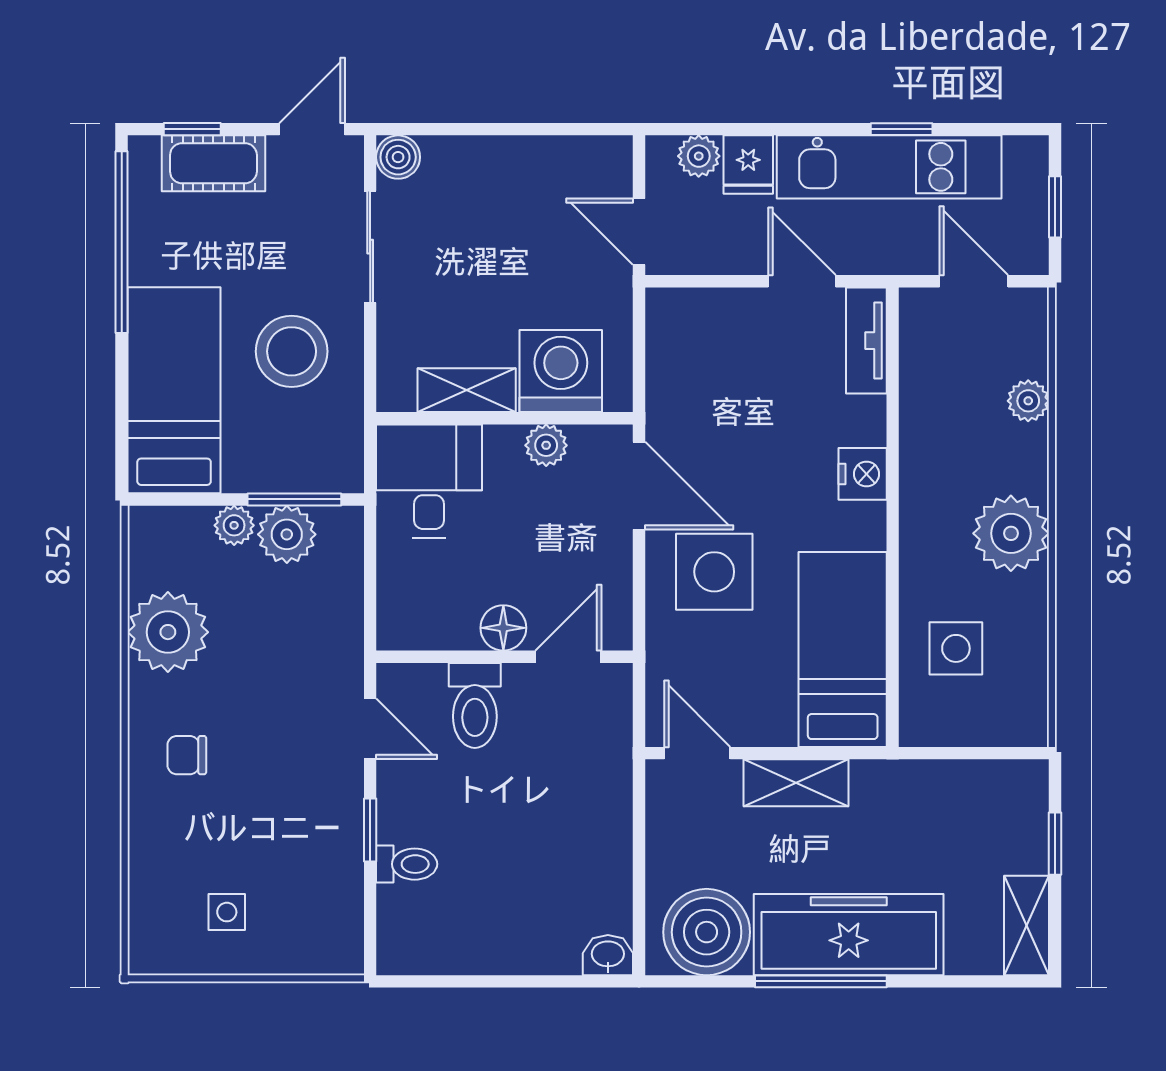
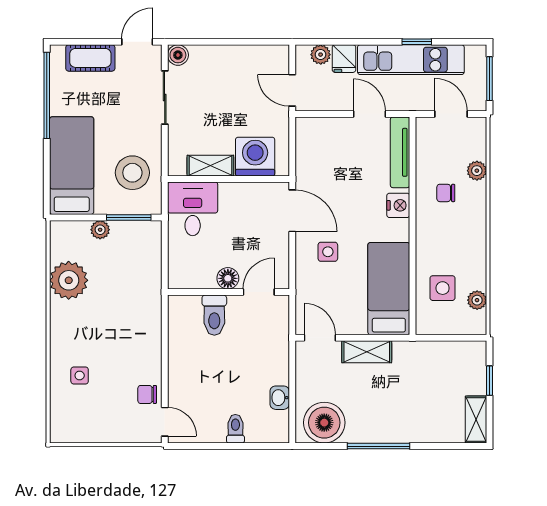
window: (192, 129) -> (80, 42), removed
window: (1055, 207) -> (489, 79), width x1.50
tv unit: (866, 341) -> (400, 152), width x1.41
stool: (292, 351) -> (132, 173), moved
plant: (546, 445) -> (248, 192), removed
chair: (963, 448) -> (446, 193), added
plant: (1011, 533) -> (477, 300), moved, width x0.53, depth x0.53
plant: (287, 534) -> (125, 234), removed
side table: (714, 572) -> (328, 252), width x0.54, depth x0.54
door: (370, 729) -> (165, 422), moved
chair: (187, 755) -> (147, 394), moved
window: (370, 830) -> (165, 374), removed
toilet: (407, 864) -> (235, 429), moved, turned -90
side table: (227, 912) -> (80, 375), moved
freezer: (849, 935) -> (392, 424), removed
washbasin: (608, 955) -> (280, 398), moved, turned -90

